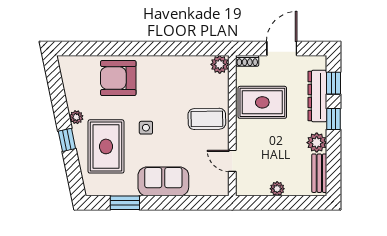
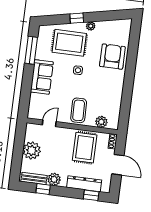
plant: (220, 64) -> (101, 122), moved
window: (334, 119) -> (43, 189), moved
plant: (277, 189) -> (32, 150), width x1.87, depth x1.87
window: (125, 203) -> (31, 50), width x1.44

